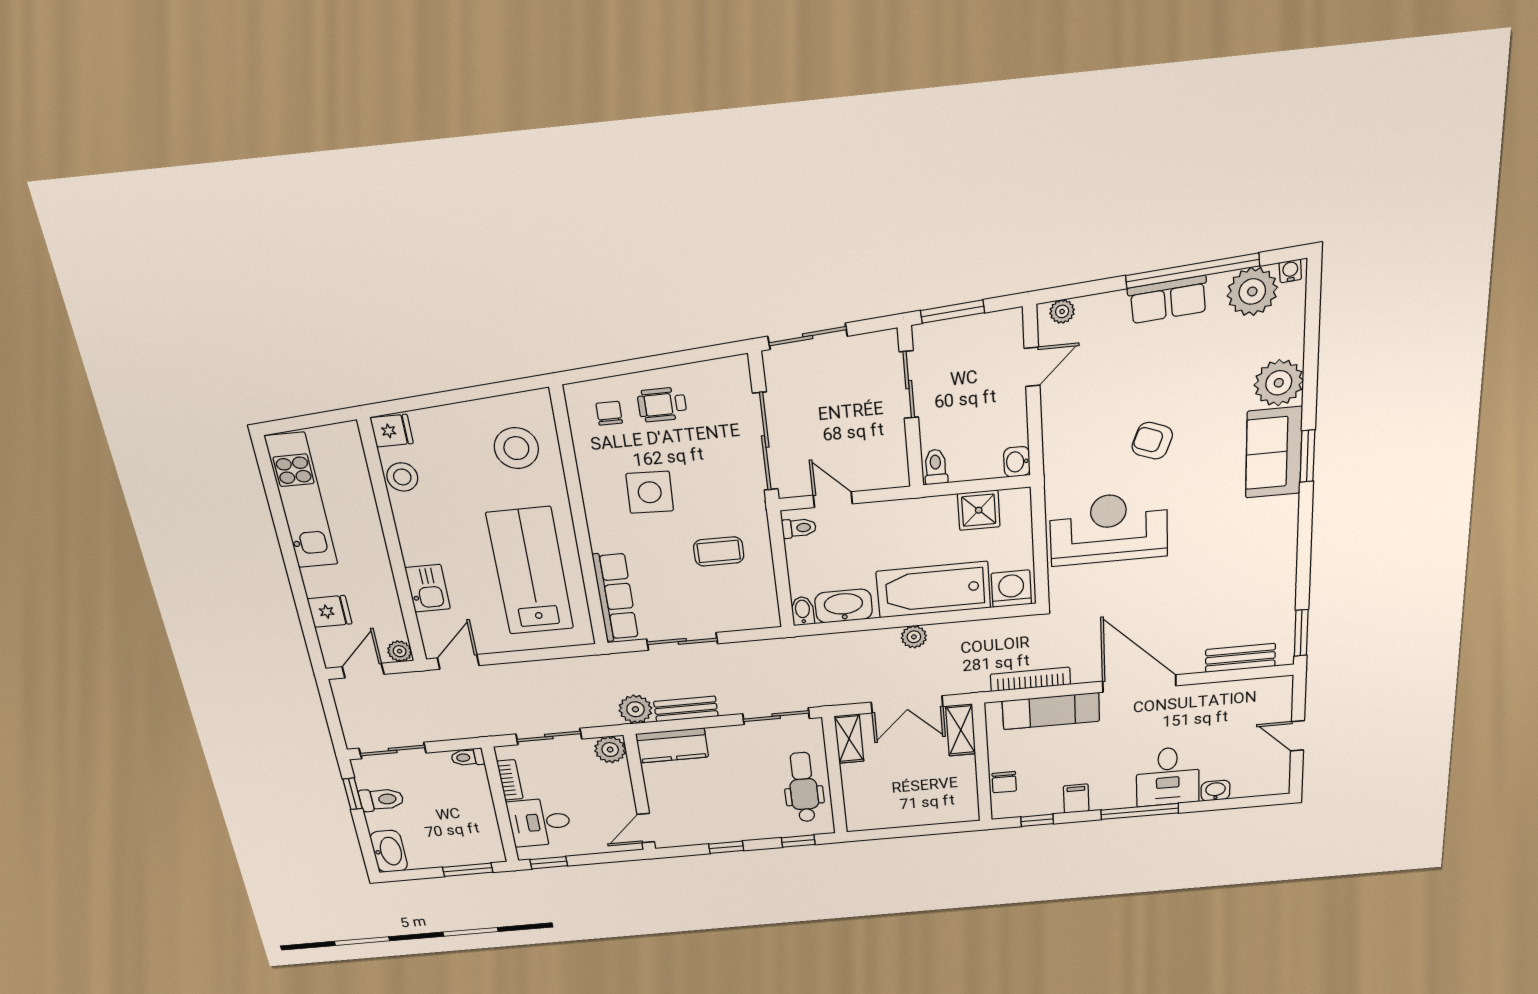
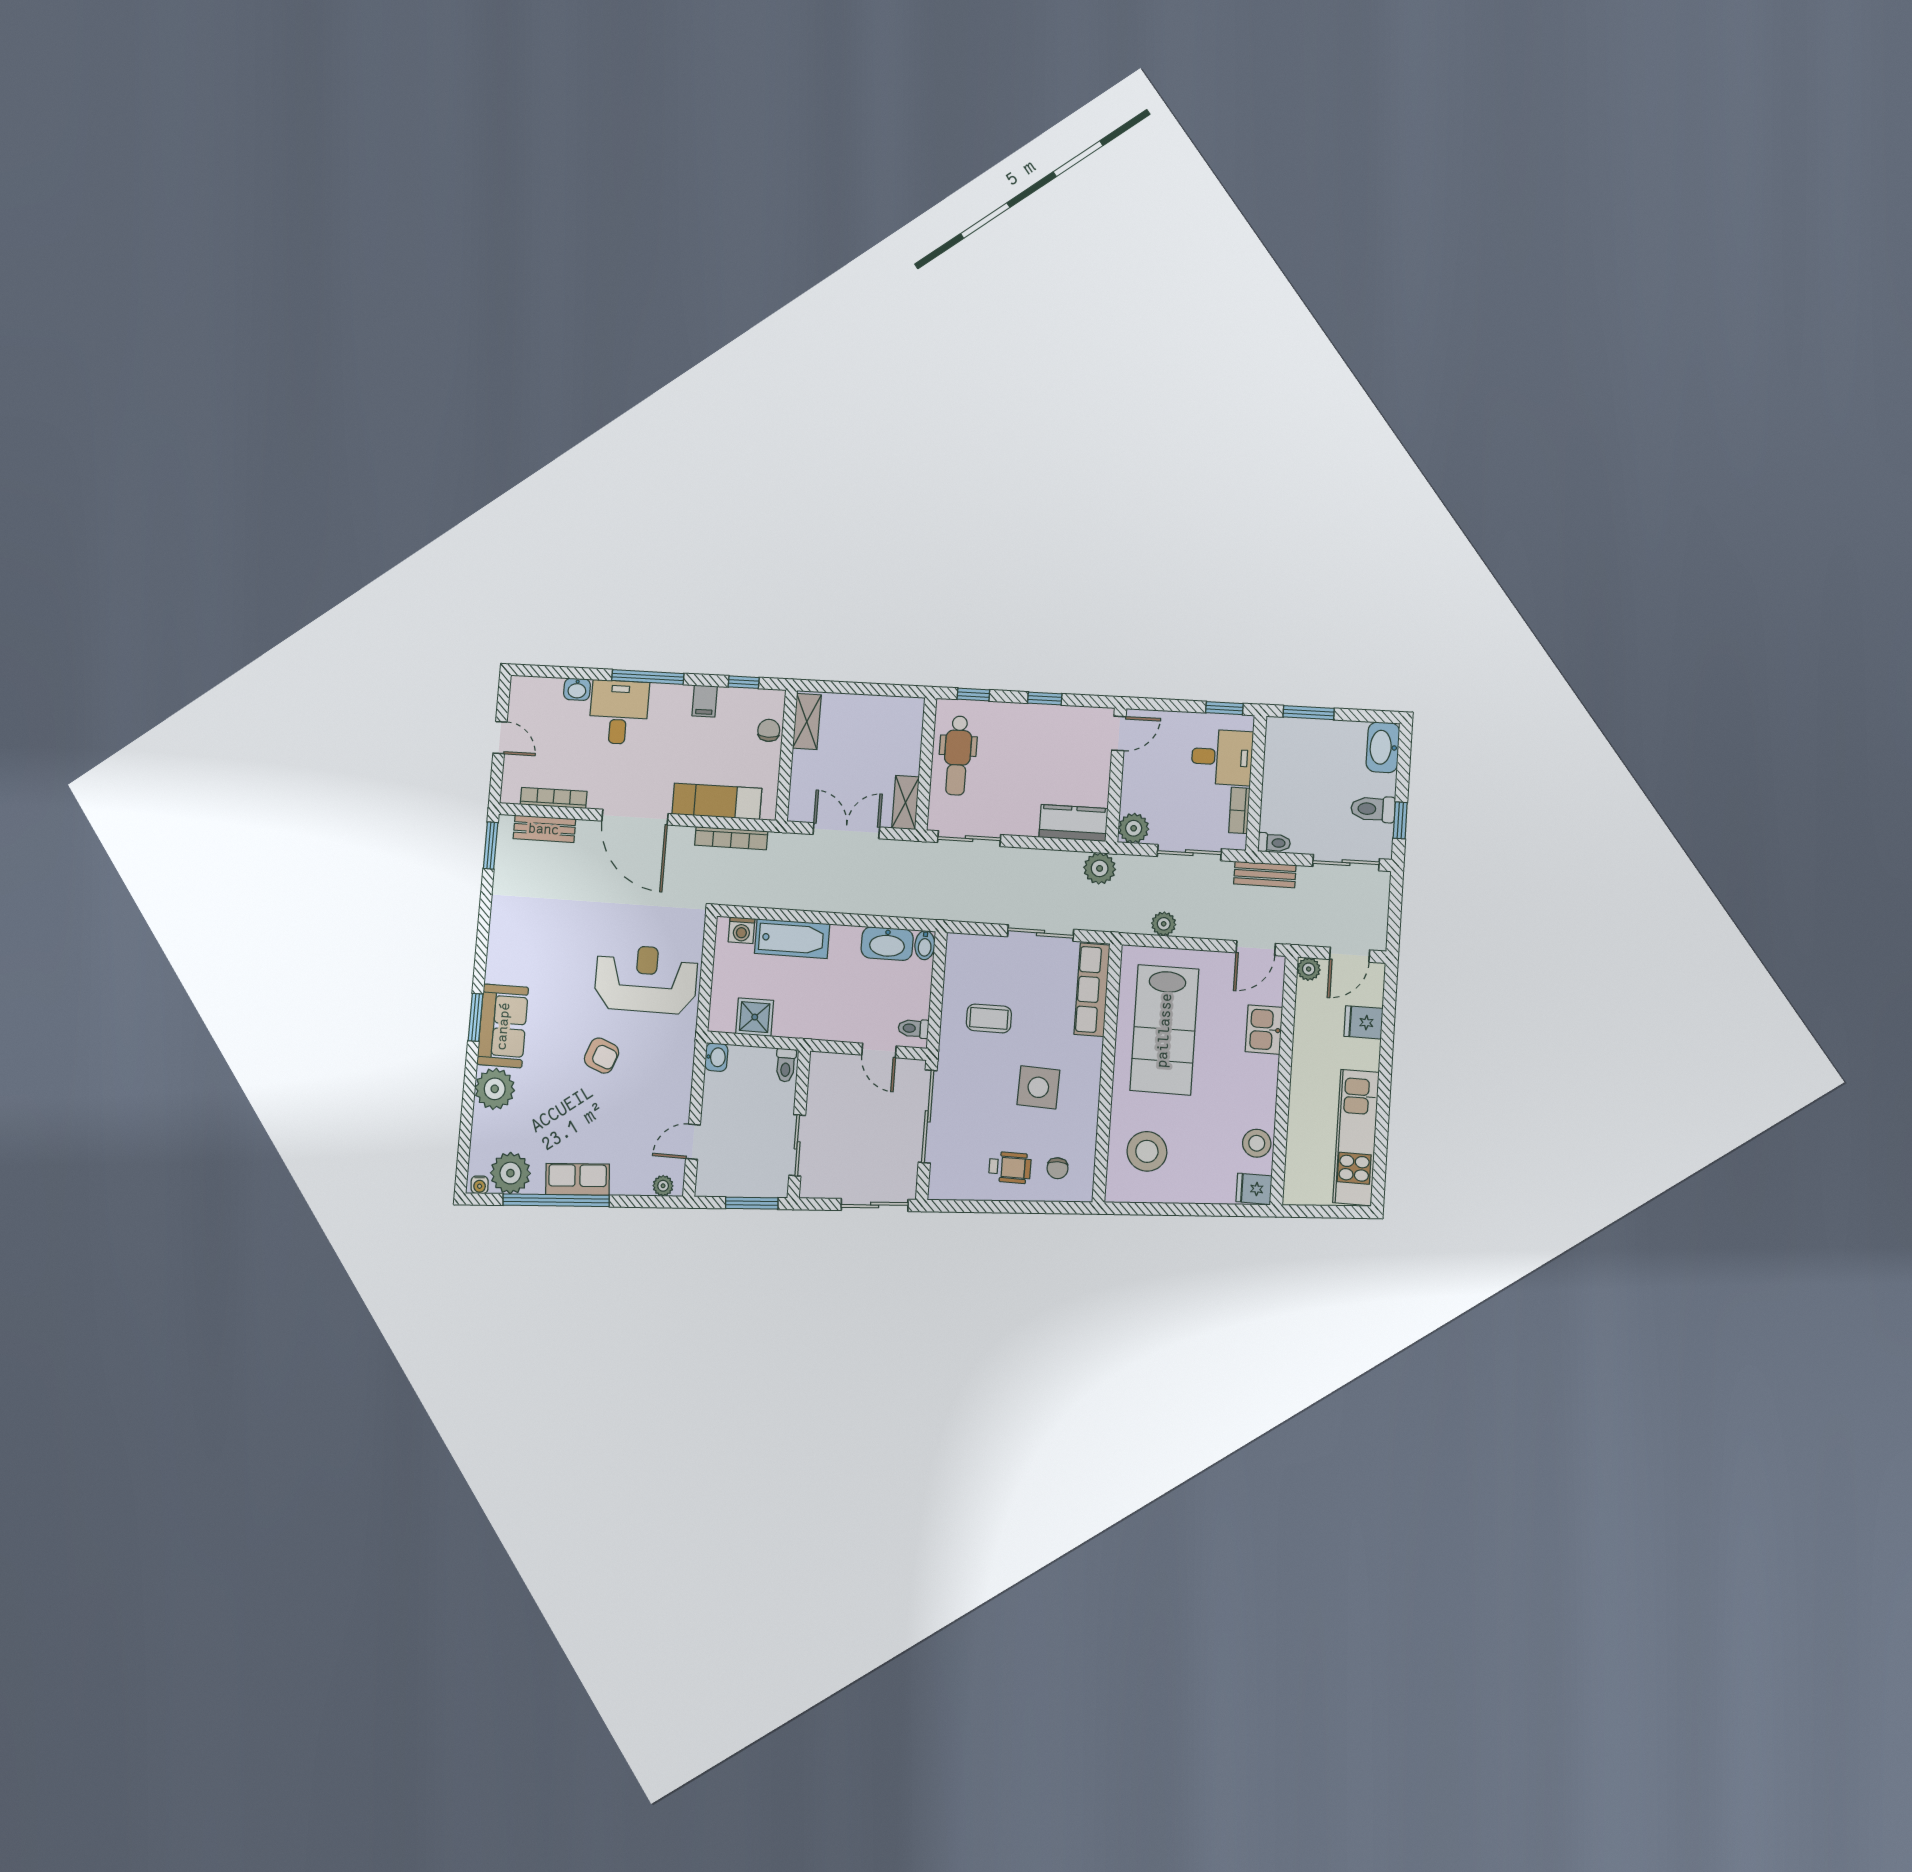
reception desk: (1109, 528) -> (646, 979), turned 180
washing machine: (1011, 589) -> (742, 930), width x0.73, depth x0.73
bathtub: (934, 590) -> (792, 939), width x0.73, depth x0.73
plant: (914, 637) -> (1164, 924), moved
bookcase: (1232, 688) -> (554, 798), added
bench: (686, 709) -> (1265, 875), moved
shelving: (961, 730) -> (807, 722), moved

